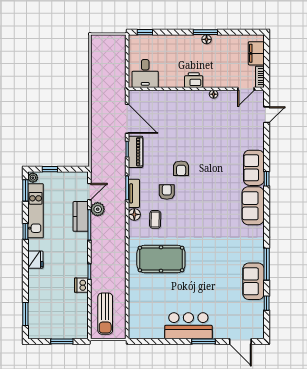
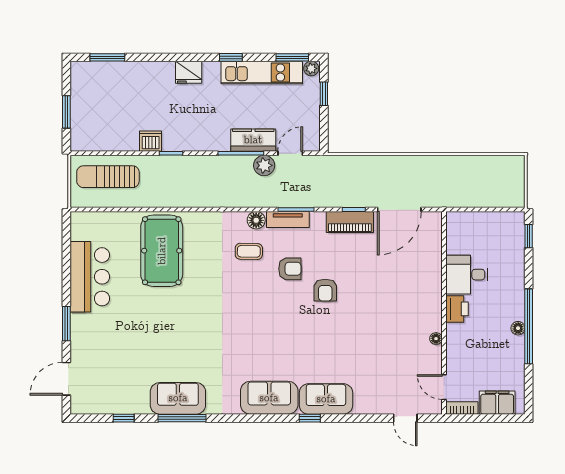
window: (205, 32) -> (529, 326), width x2.11
desk: (145, 73) -> (467, 275), moved
armchair: (181, 168) -> (325, 290), turned -90
door: (89, 192) -> (290, 153), swing flipped
pool table: (161, 259) -> (162, 251), moved
sofa: (254, 281) -> (178, 398), moved
bar counter: (188, 326) -> (90, 277), moved

